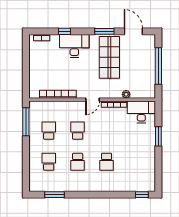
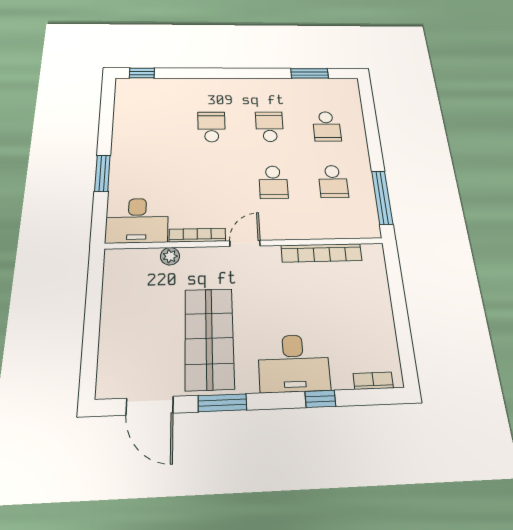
window: (158, 66) -> (92, 322), removed

